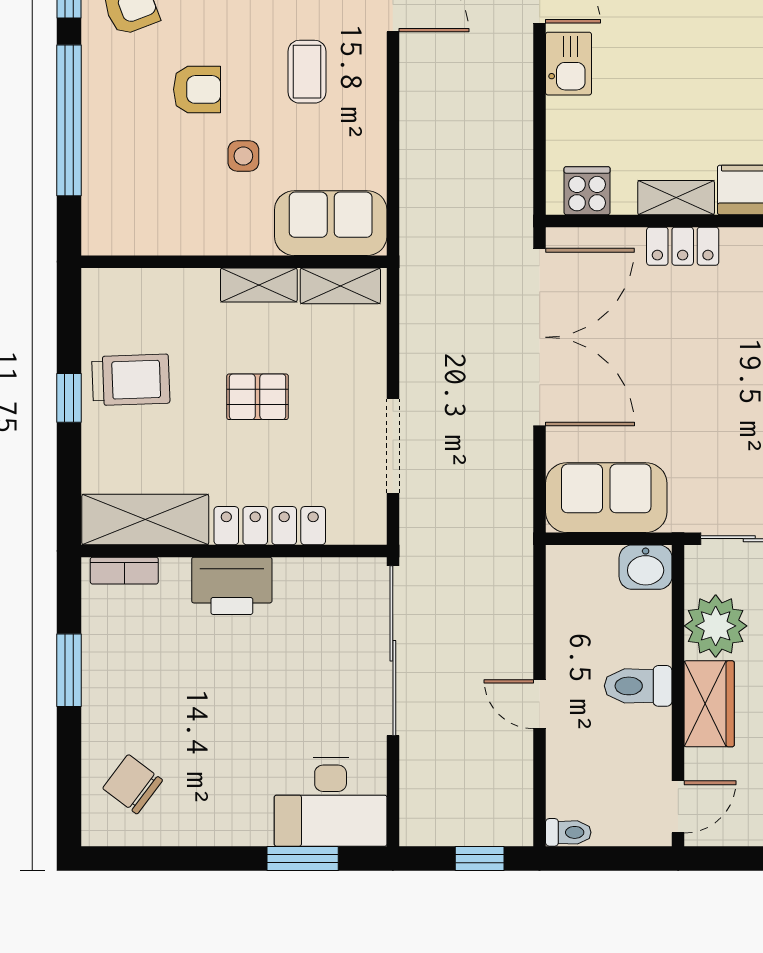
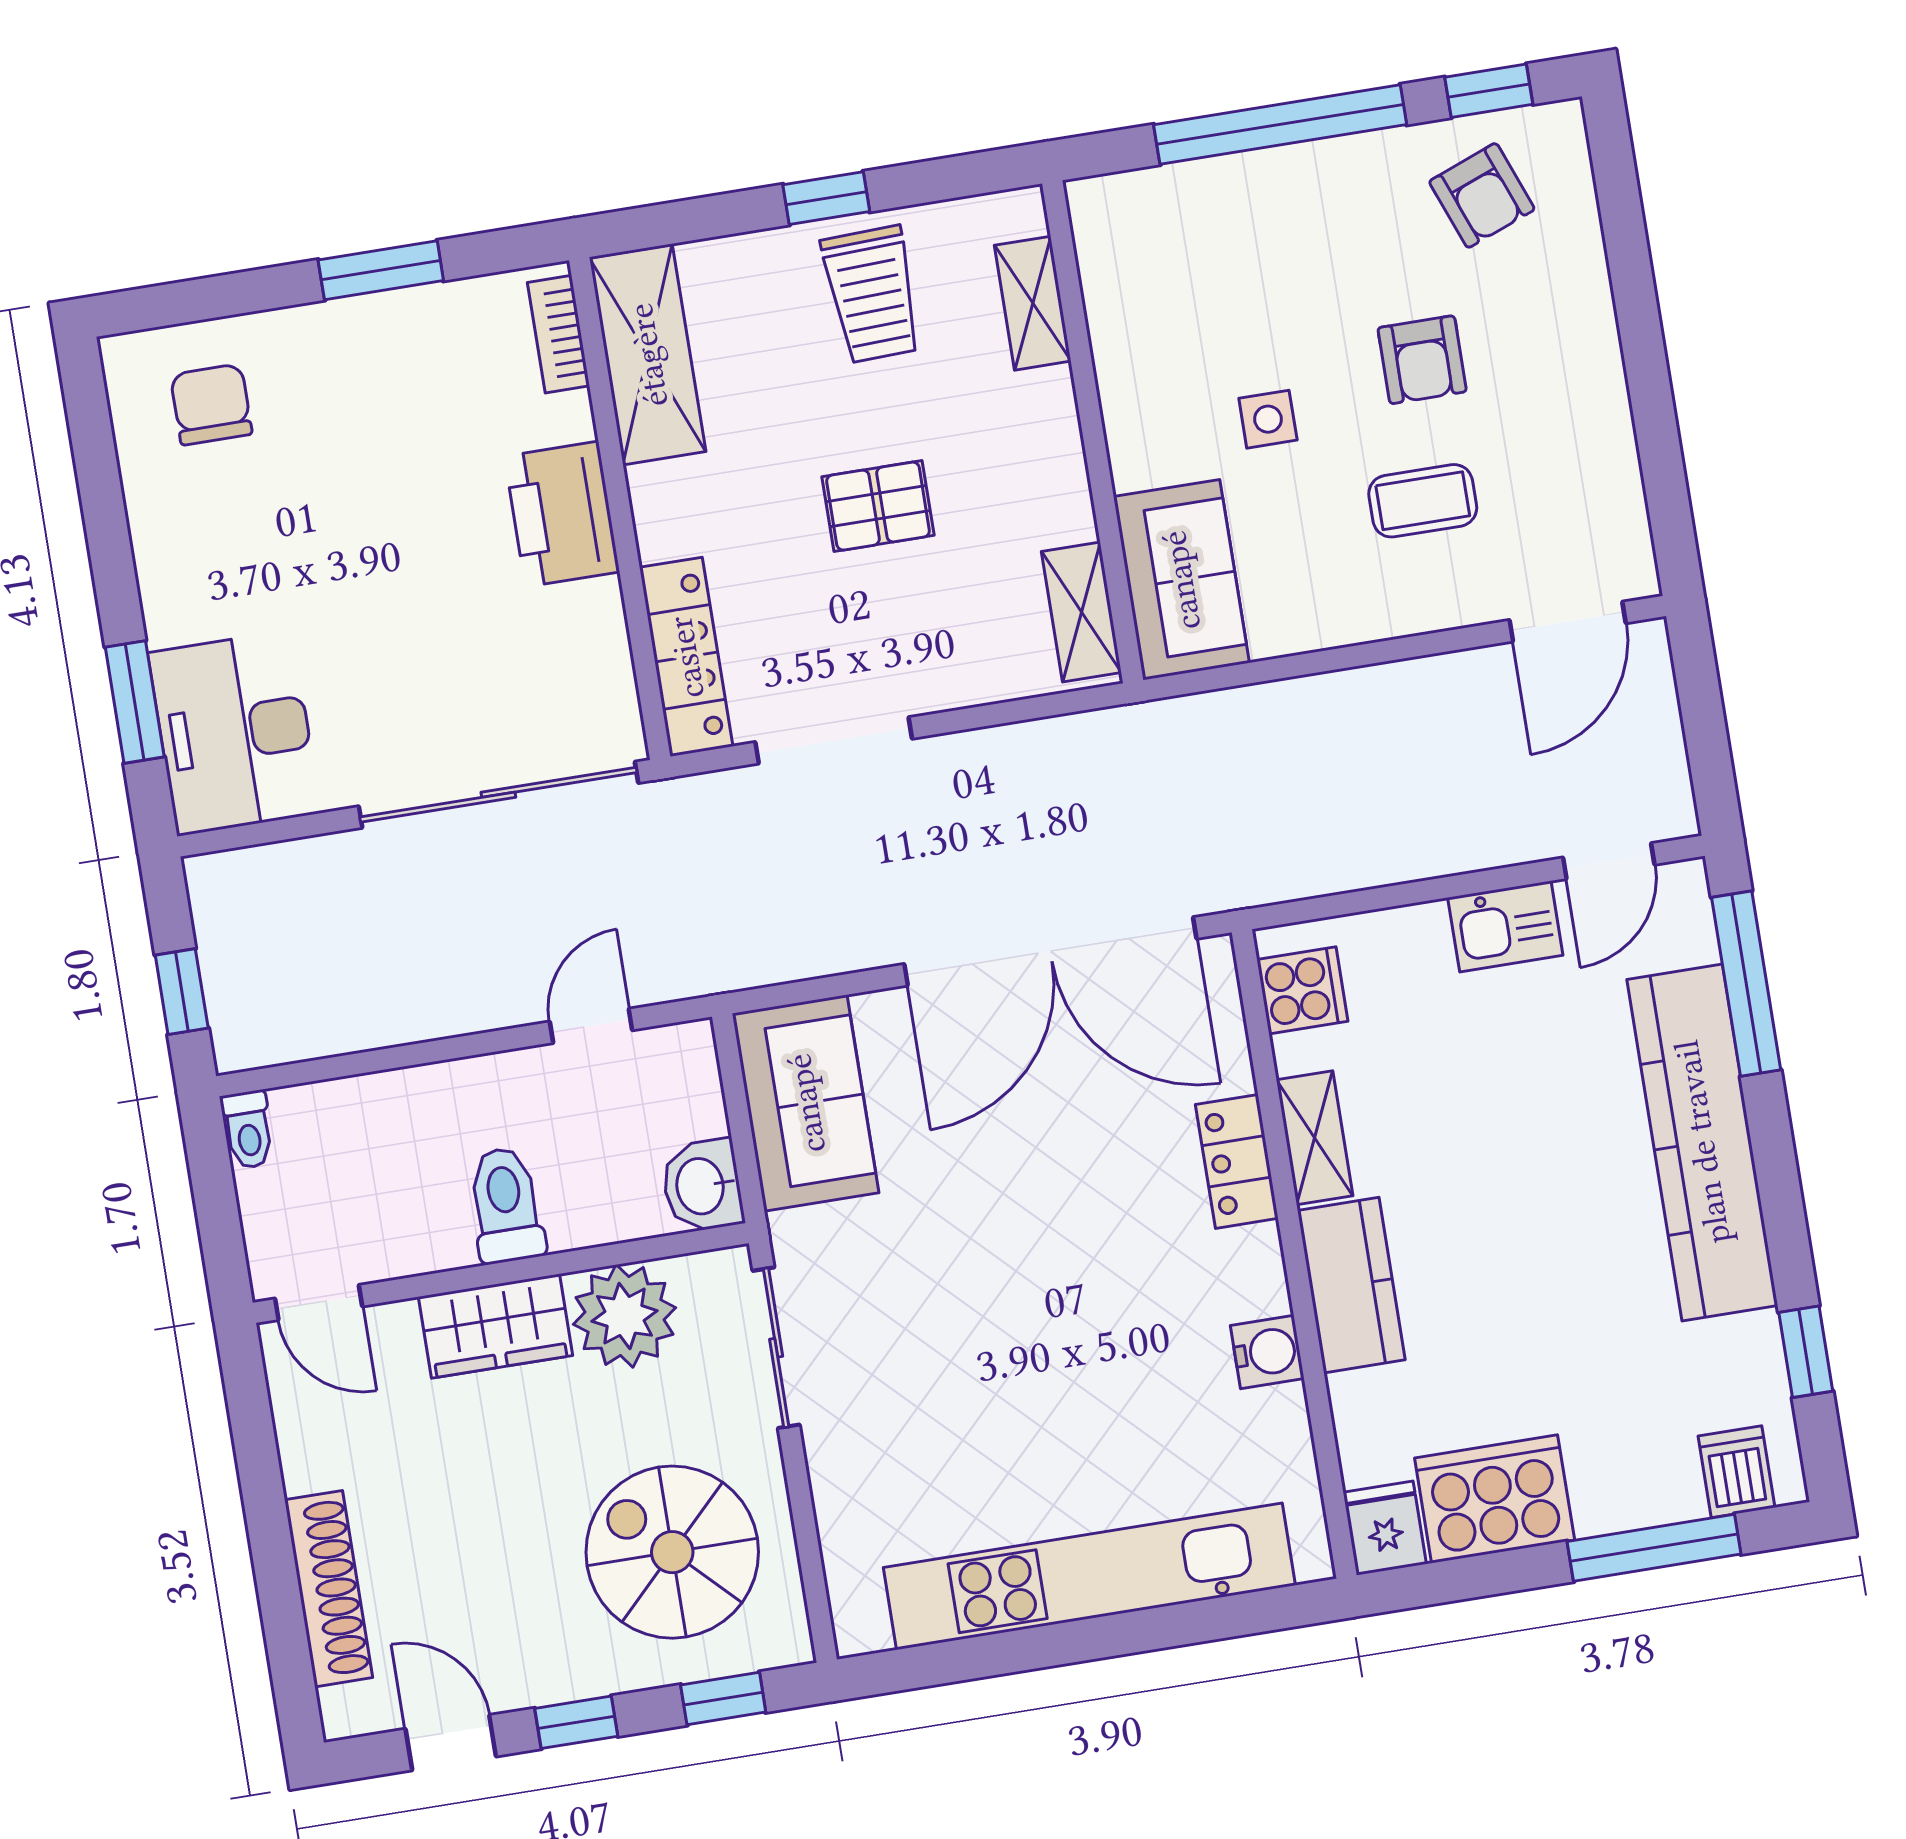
armchair: (197, 89) -> (1422, 360), moved
shelving: (259, 285) -> (1033, 303), moved
pallet: (258, 397) -> (878, 506), turned 90
locker: (270, 526) -> (686, 657), moved
door: (540, 704) -> (591, 1026), moved
chair: (133, 784) -> (211, 404), turned -37

